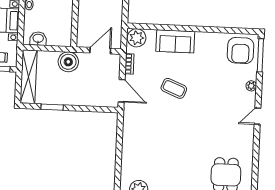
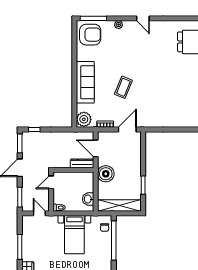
dresser: (82, 33) -> (82, 163), added
sofa: (175, 41) -> (85, 82), width x1.36

